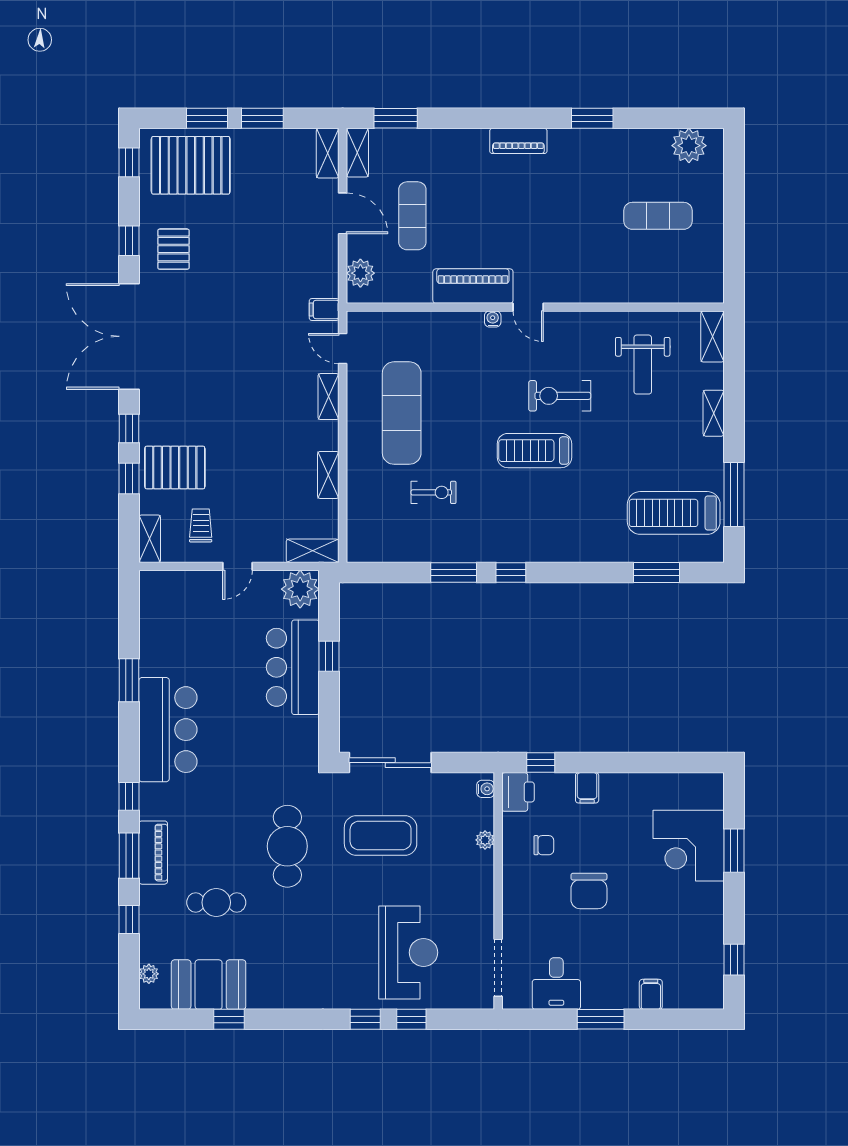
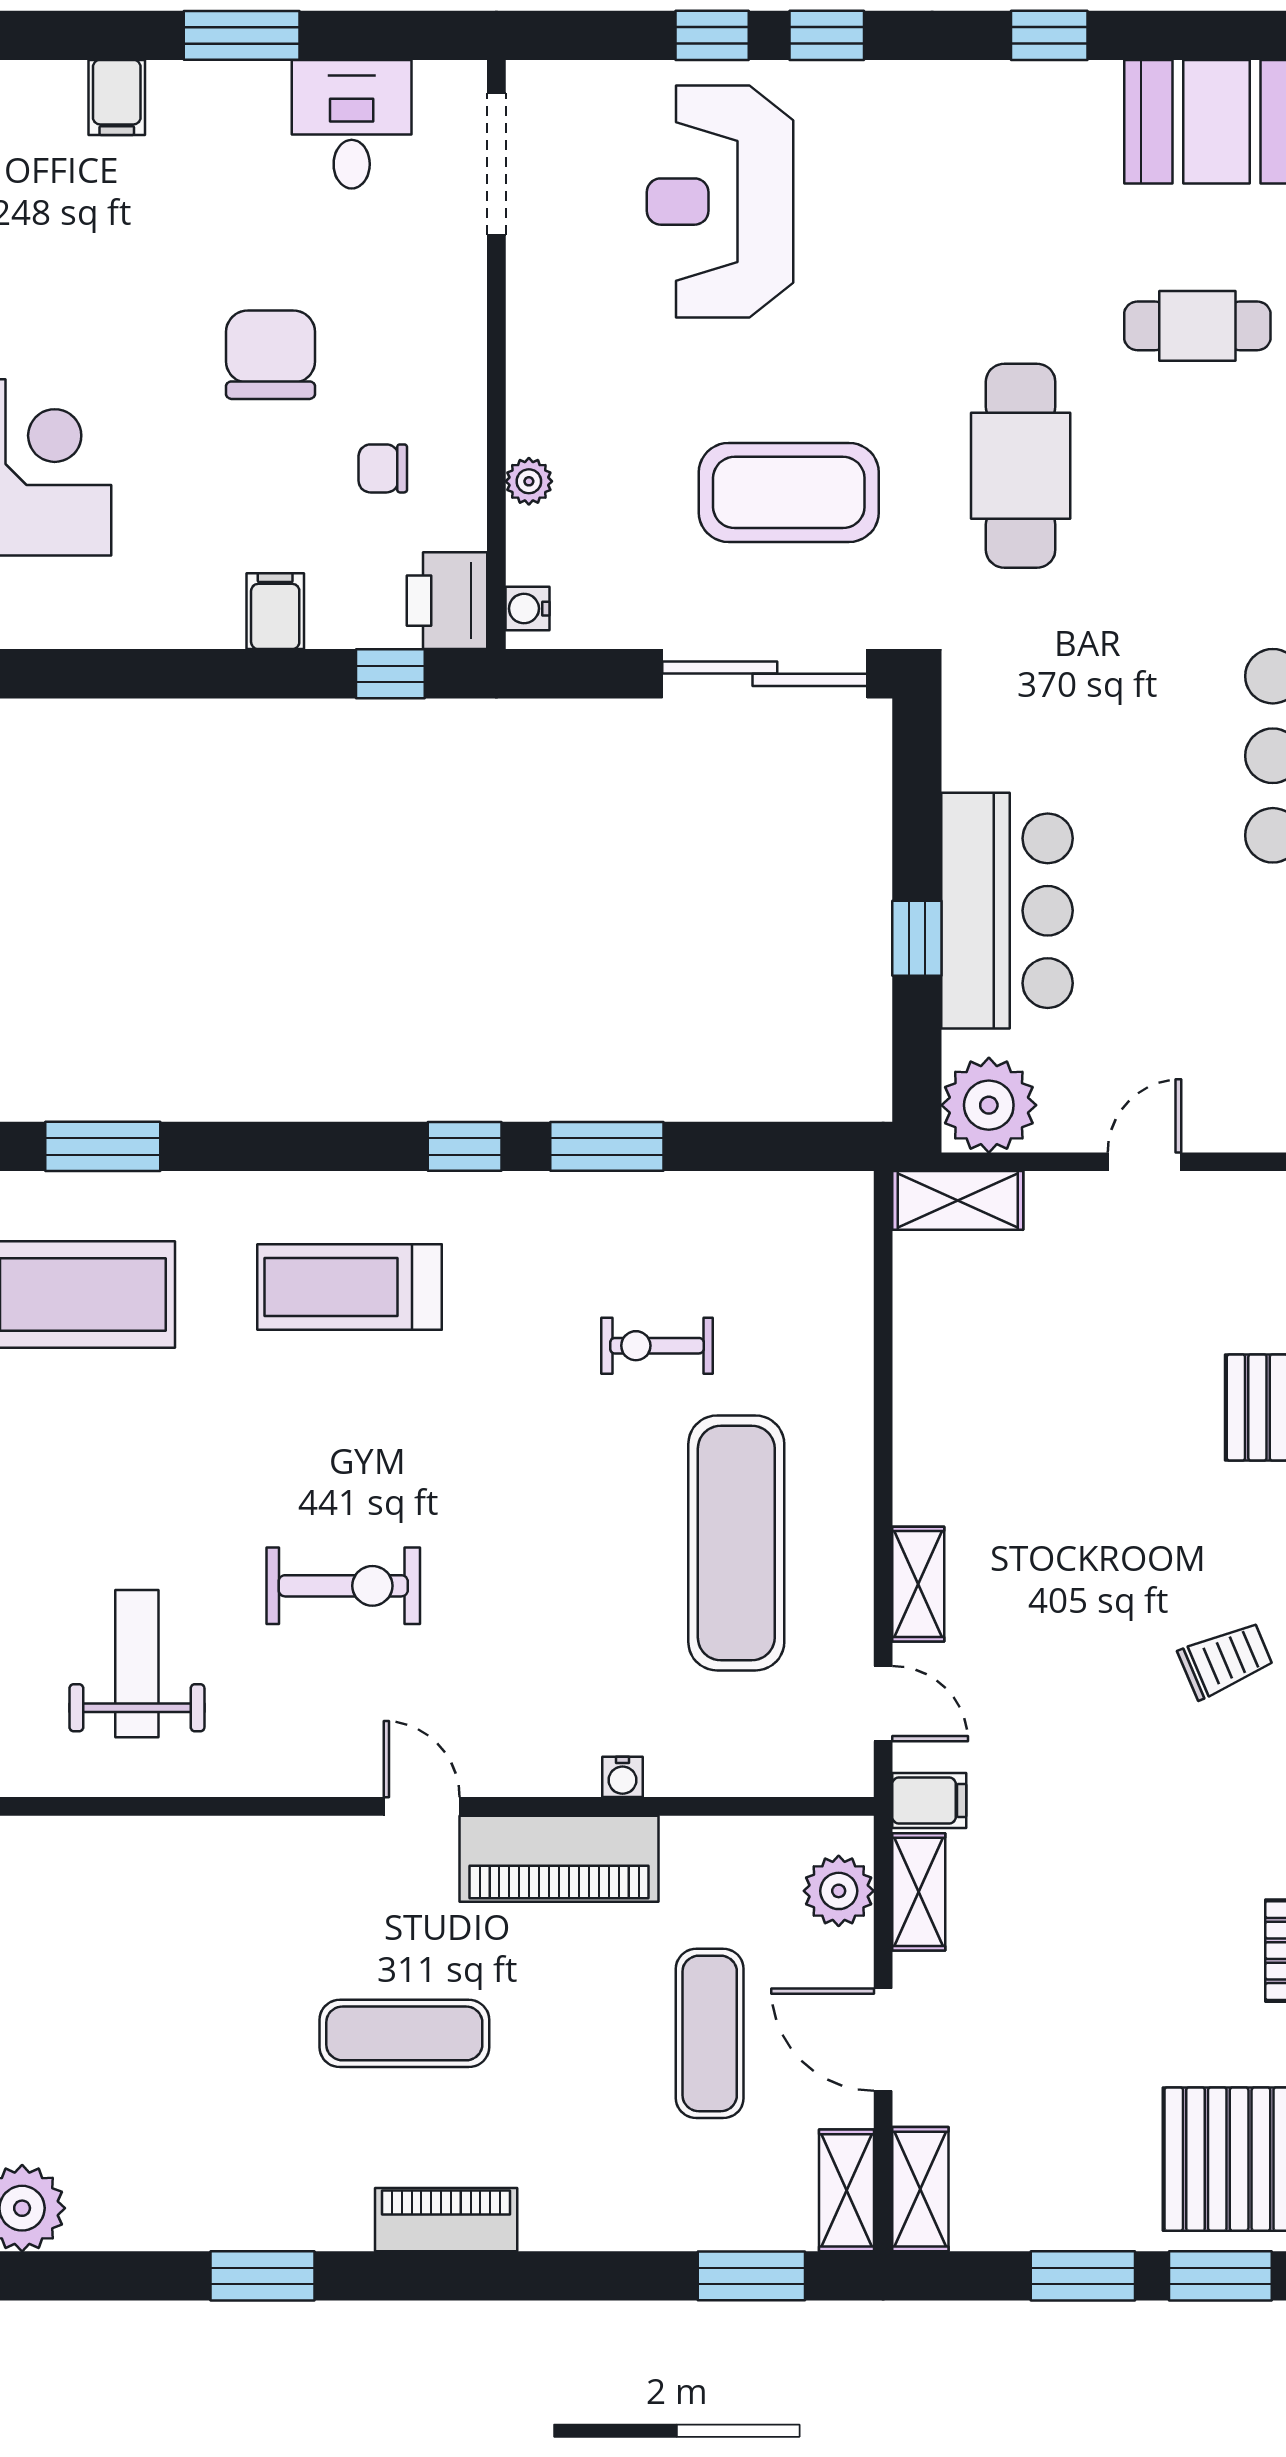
exercise mat: (658, 216) -> (404, 2033), moved
water cooler: (493, 319) -> (623, 1777), moved
treadmill: (535, 451) -> (349, 1287), moved, turned 180
shelving: (328, 475) -> (919, 1892), moved
trolley: (201, 525) -> (1226, 1660), moved, turned -113
window: (229, 1019) -> (1049, 35), moved

